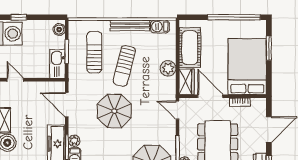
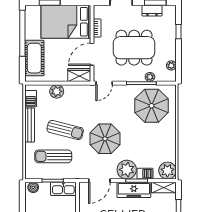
cot: (190, 48) -> (34, 58), moved, turned 90
plant: (168, 68) -> (57, 91), moved
plant: (74, 141) -> (127, 170), width x1.87, depth x1.87

